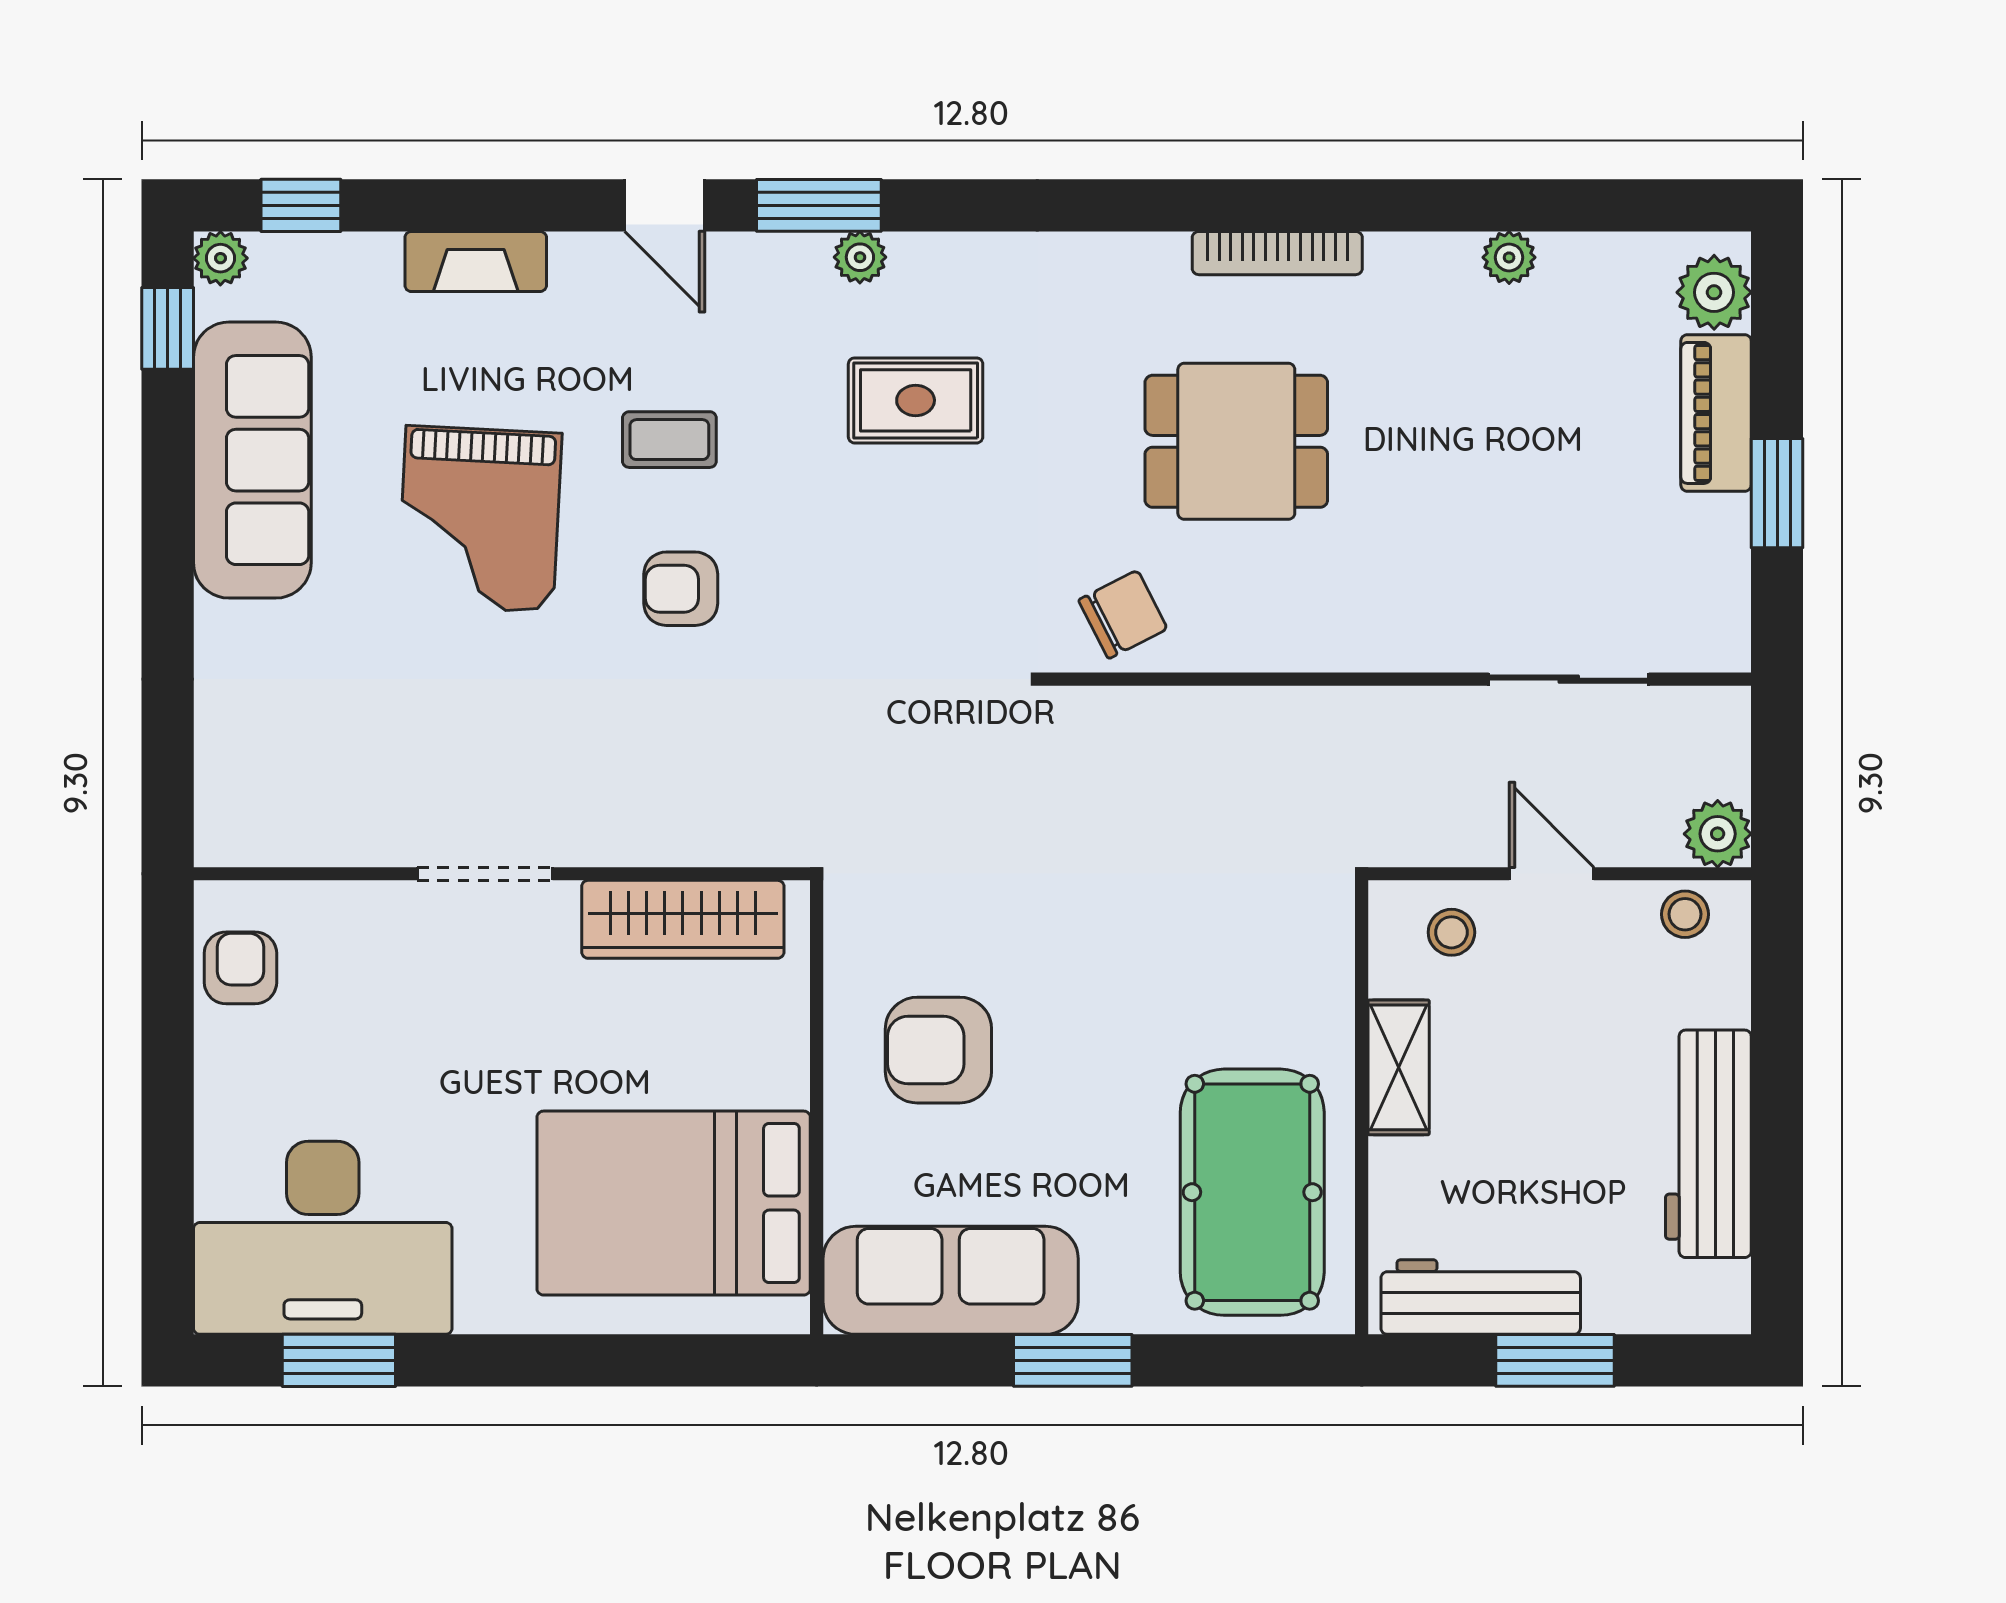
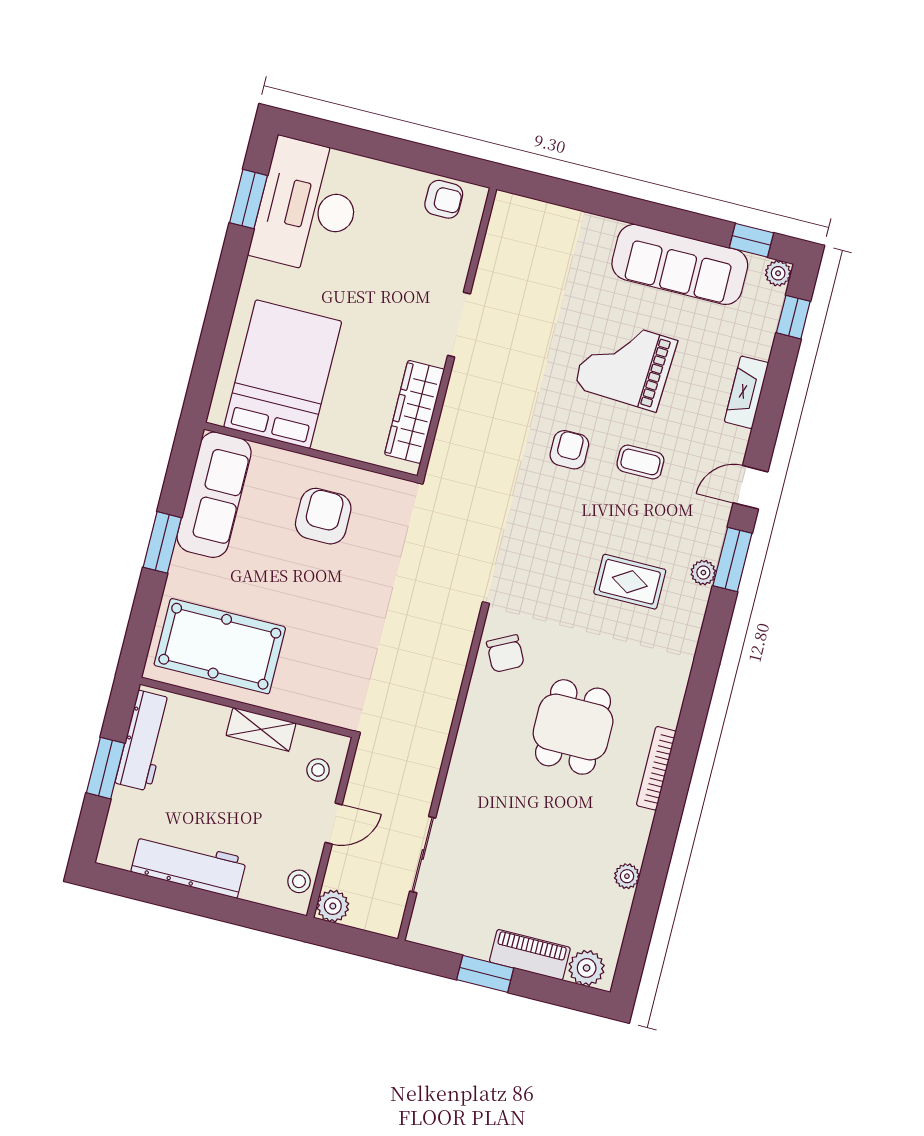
rug: (916, 400) -> (630, 582), turned 90
coffee table: (669, 440) -> (640, 462), turned 90

